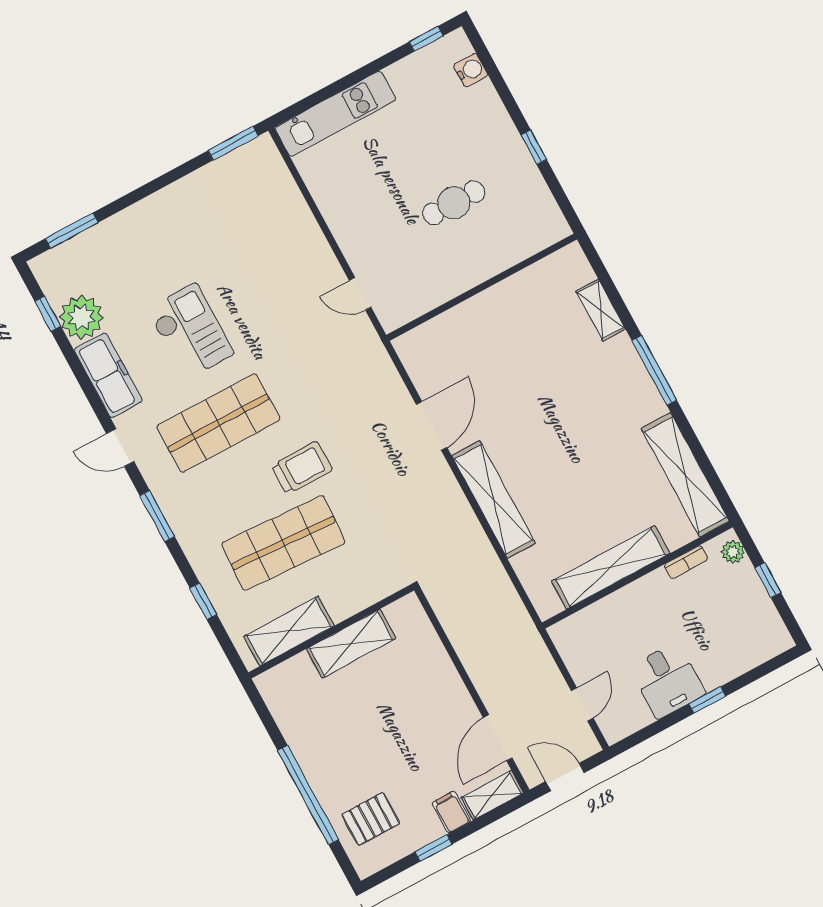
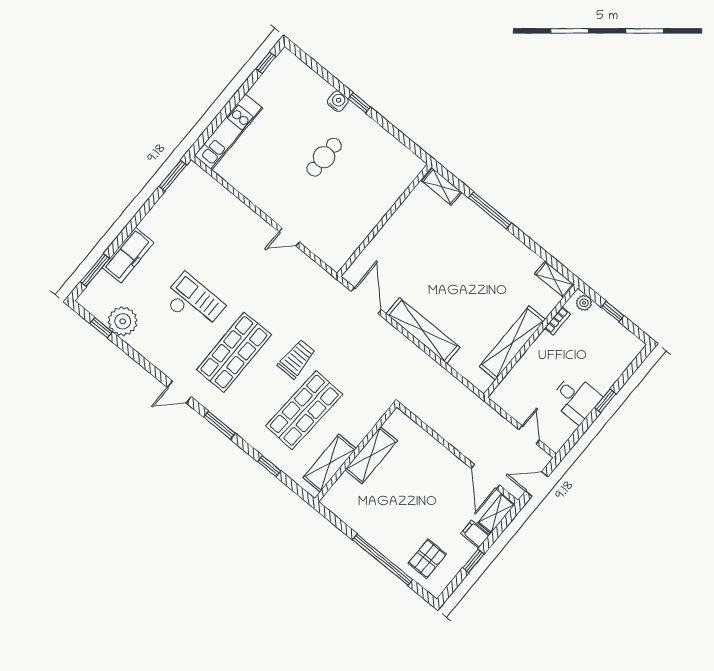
water cooler: (471, 70) -> (338, 101), moved
wall: (482, 287) -> (384, 220), moved
freezer: (108, 375) -> (128, 255), moved, turned 90
shelving: (685, 475) -> (554, 279), width x0.45, depth x0.75

